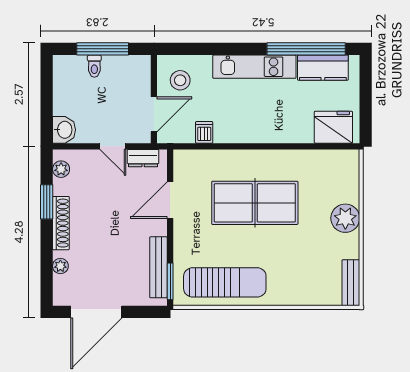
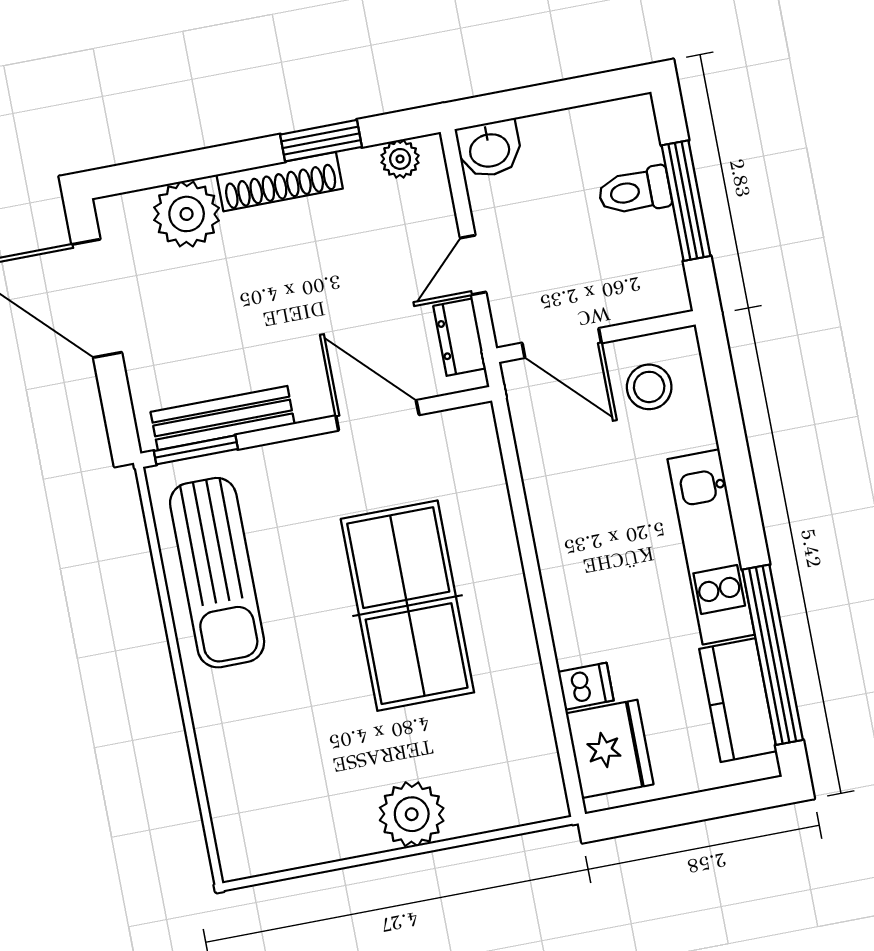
toilet: (94, 66) -> (635, 191), width x1.37, depth x1.39
dishwasher: (204, 132) -> (586, 686), moved
plant: (60, 266) -> (187, 214), width x1.87, depth x1.87
bench: (351, 283) -> (270, 854), removed

